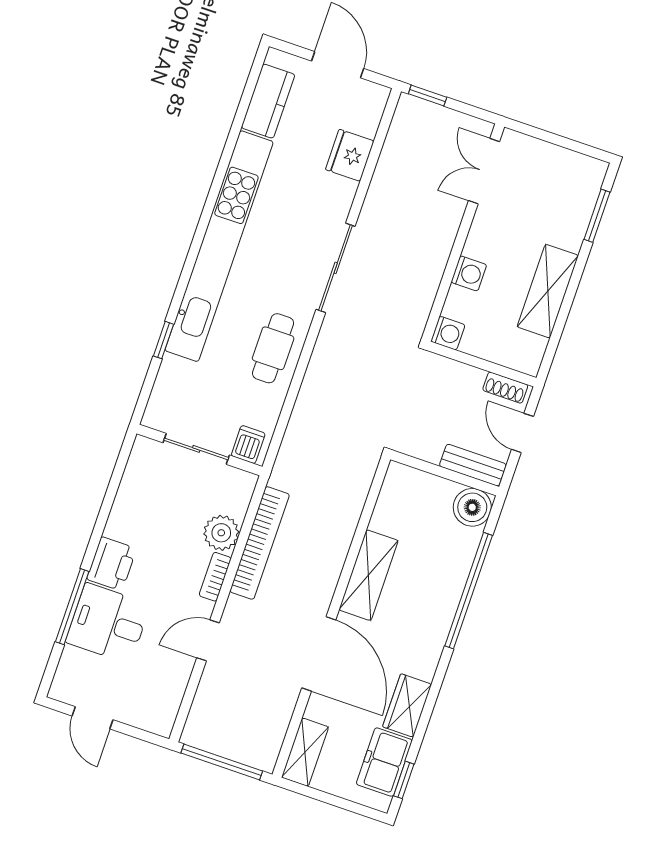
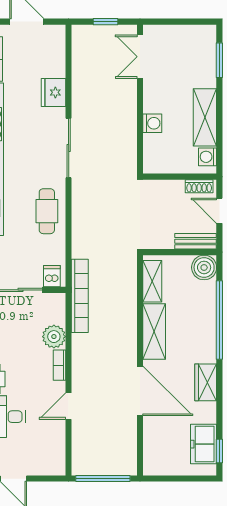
window: (428, 96) -> (106, 22), moved
fridge: (350, 155) -> (53, 92), moved
washing machine: (448, 333) -> (207, 157), moved, turned 180
bookcase: (260, 543) -> (80, 296), moved
wardrobe: (407, 705) -> (206, 382), moved
shelving: (305, 752) -> (152, 281), moved

